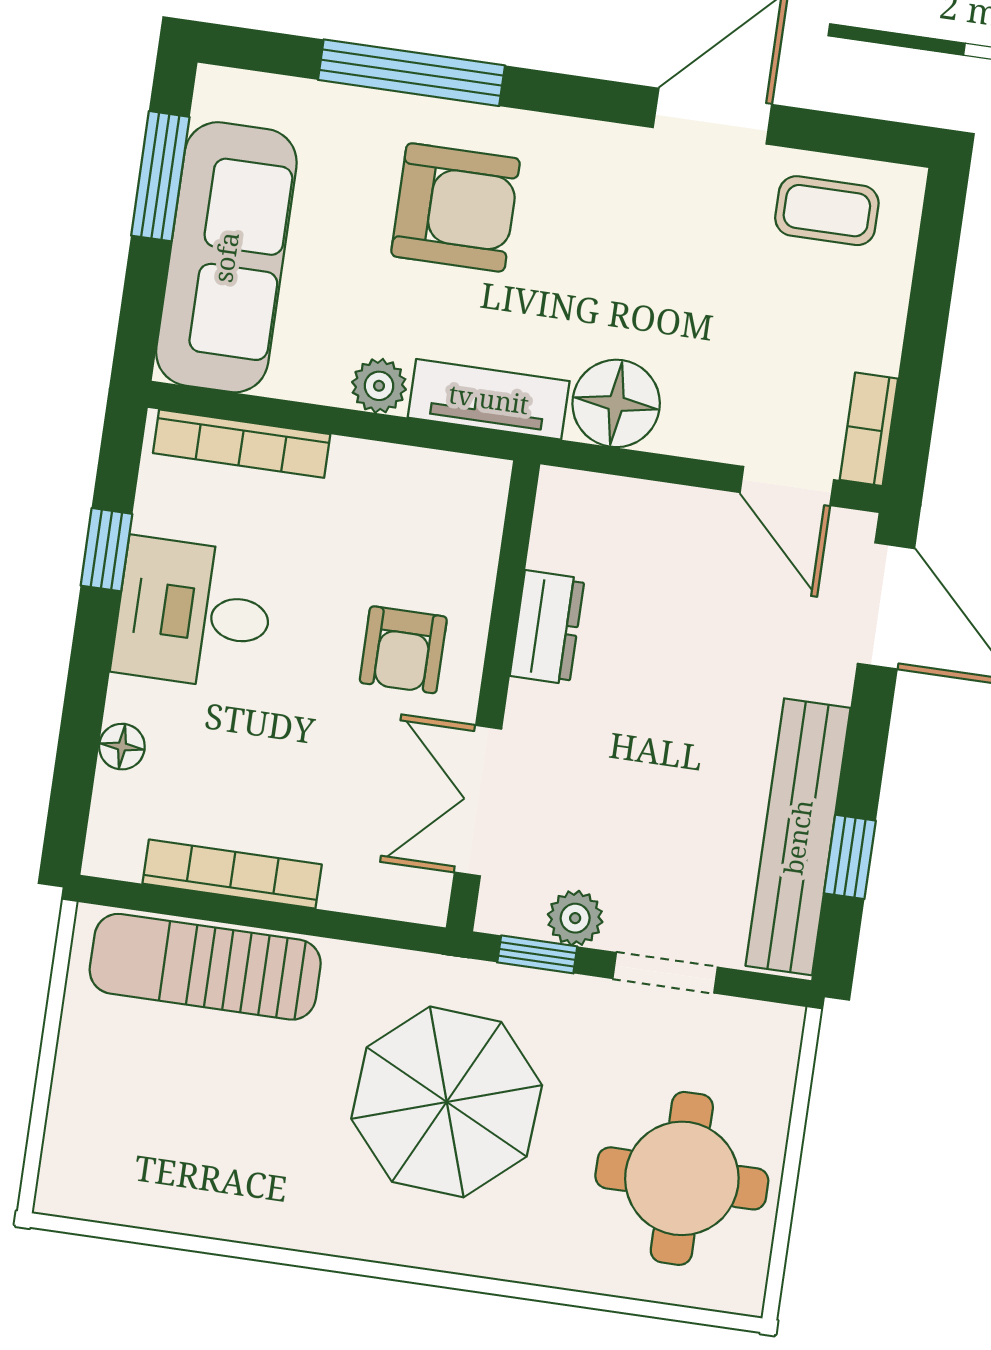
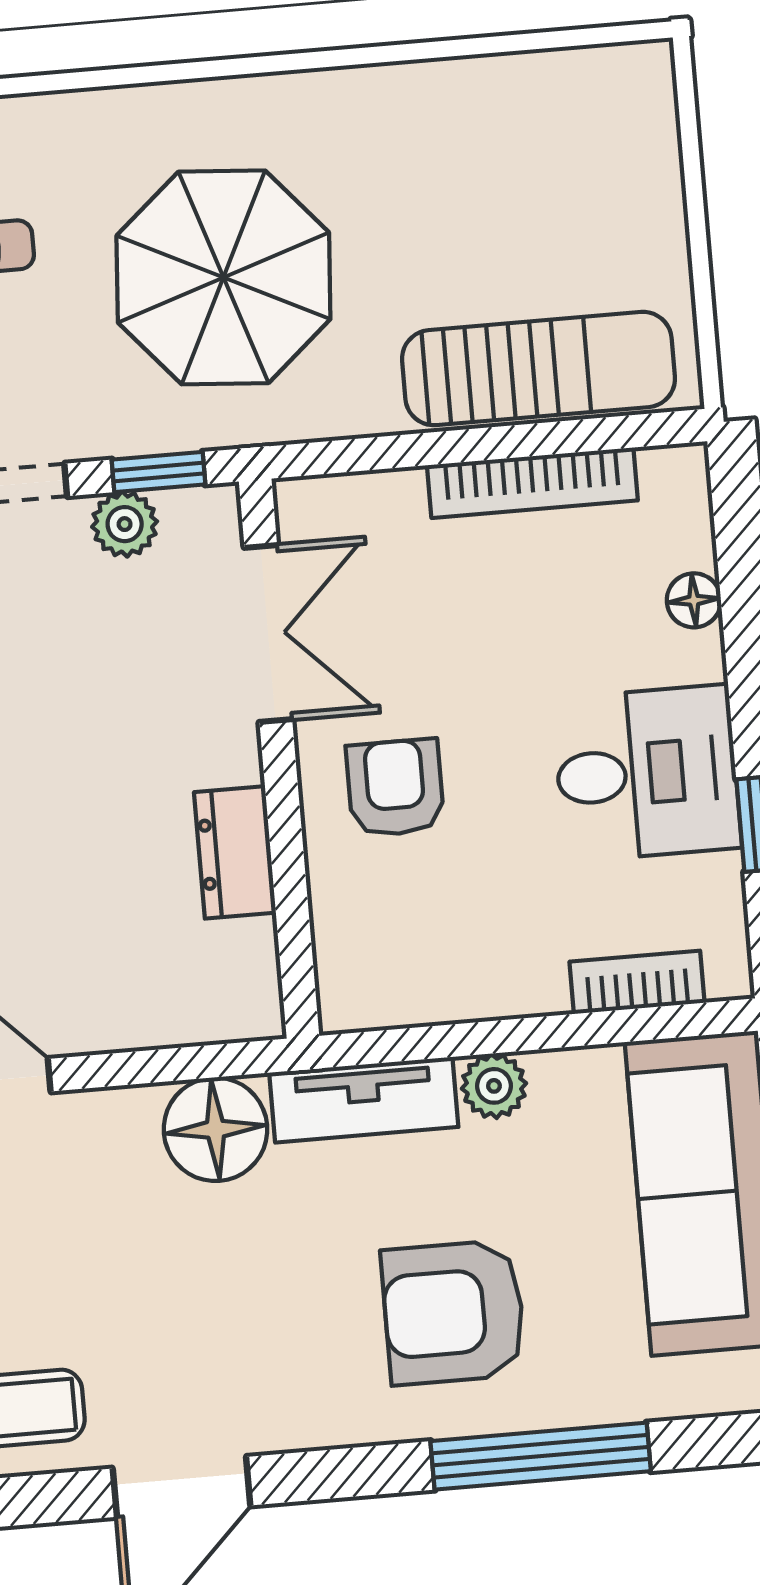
bookcase: (242, 444) -> (637, 982), width x0.64

